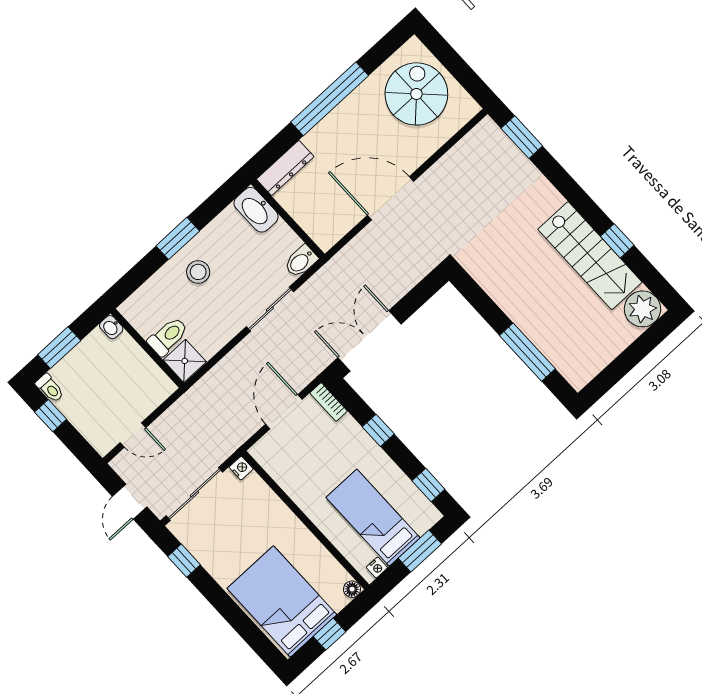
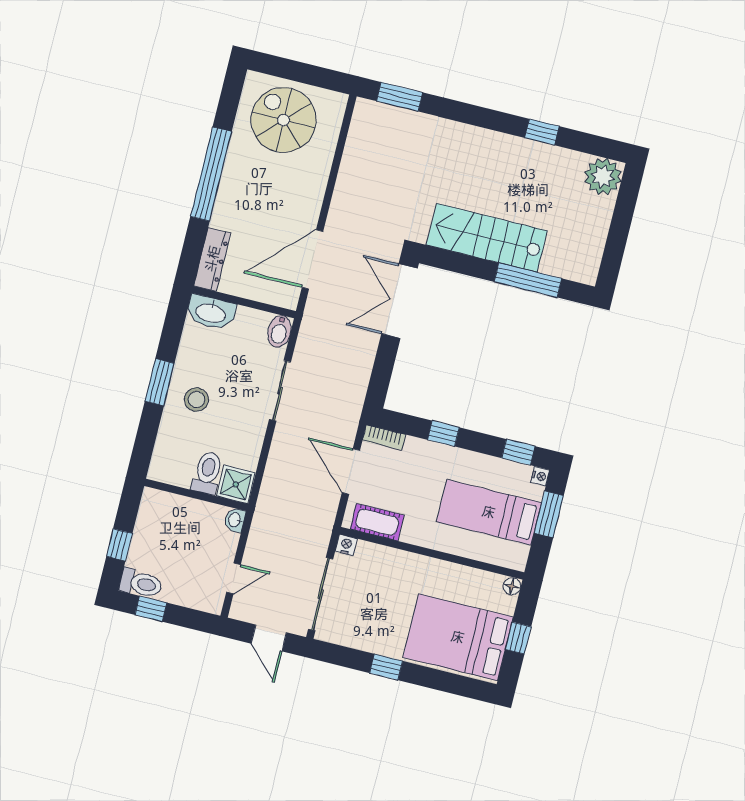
door: (391, 198) -> (313, 259), moved
stairs: (590, 256) -> (487, 238), moved, turned 180
washbasin: (111, 327) -> (235, 520), moved, turned 90
double door: (370, 341) -> (399, 301), moved
window: (59, 348) -> (119, 545), width x0.67
toilet: (50, 388) -> (141, 583), width x1.37, depth x1.39
cot: (278, 466) -> (377, 522), added
window: (184, 561) -> (386, 667), moved
nightstand: (377, 568) -> (540, 476), moved

